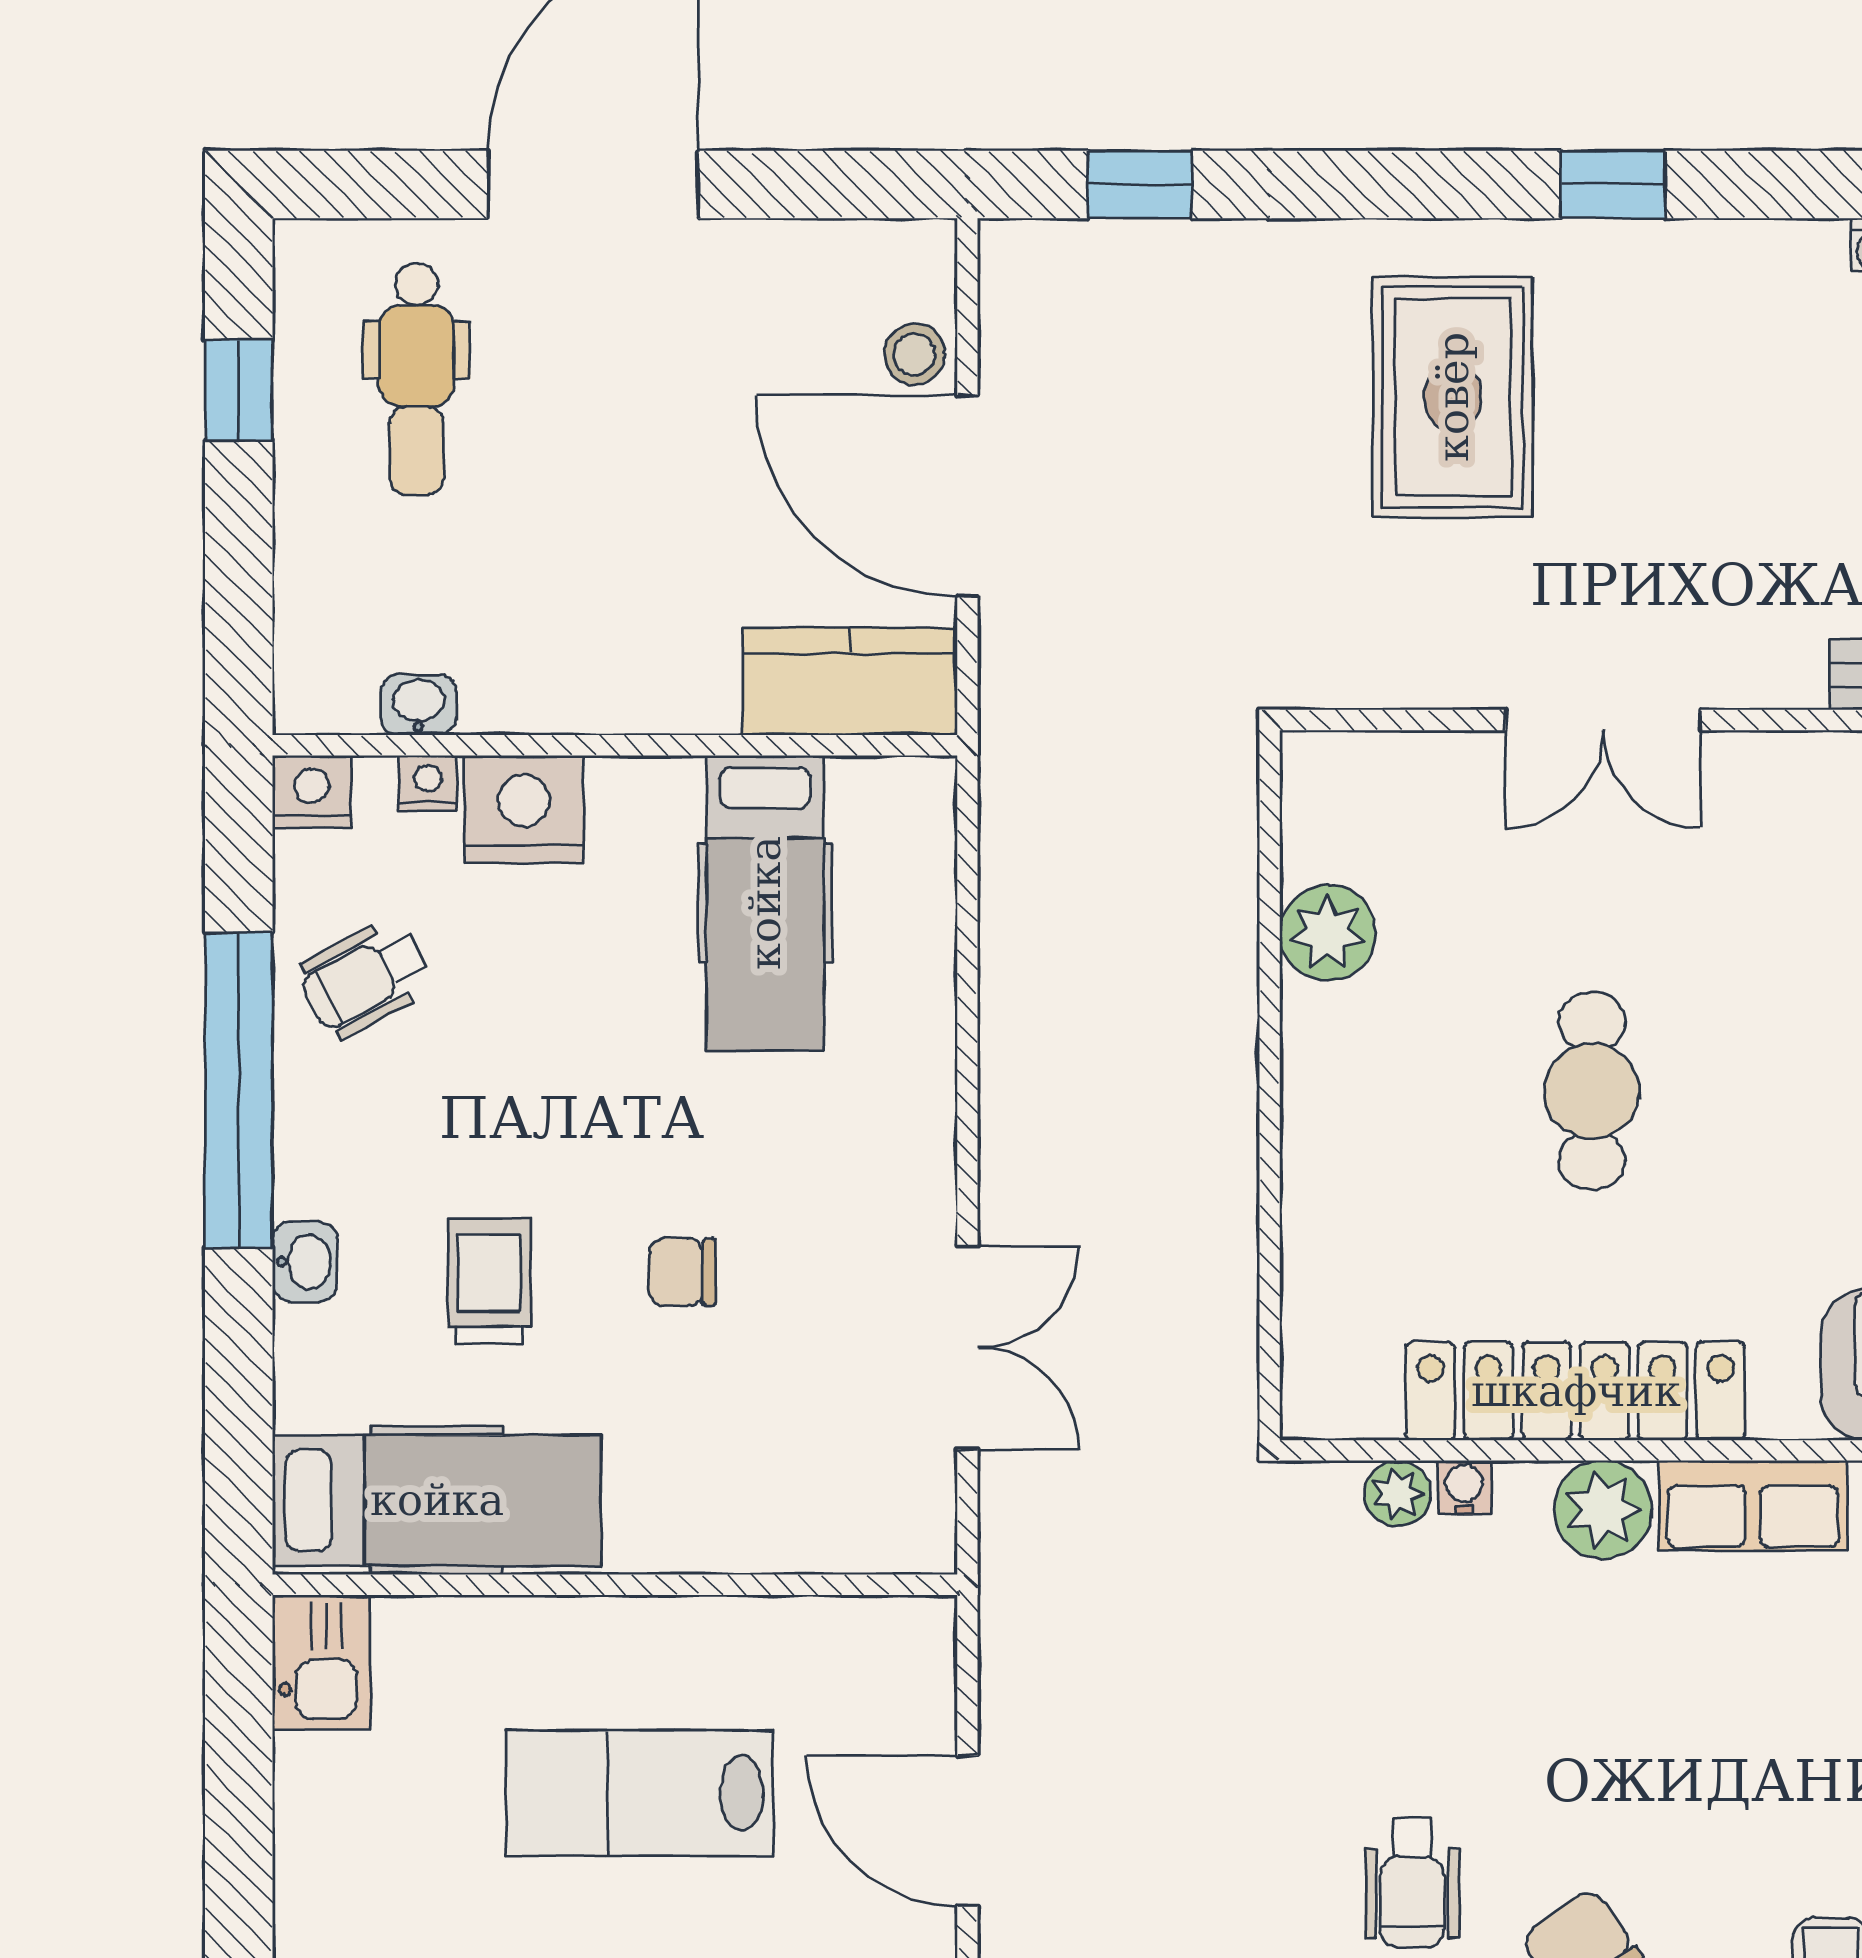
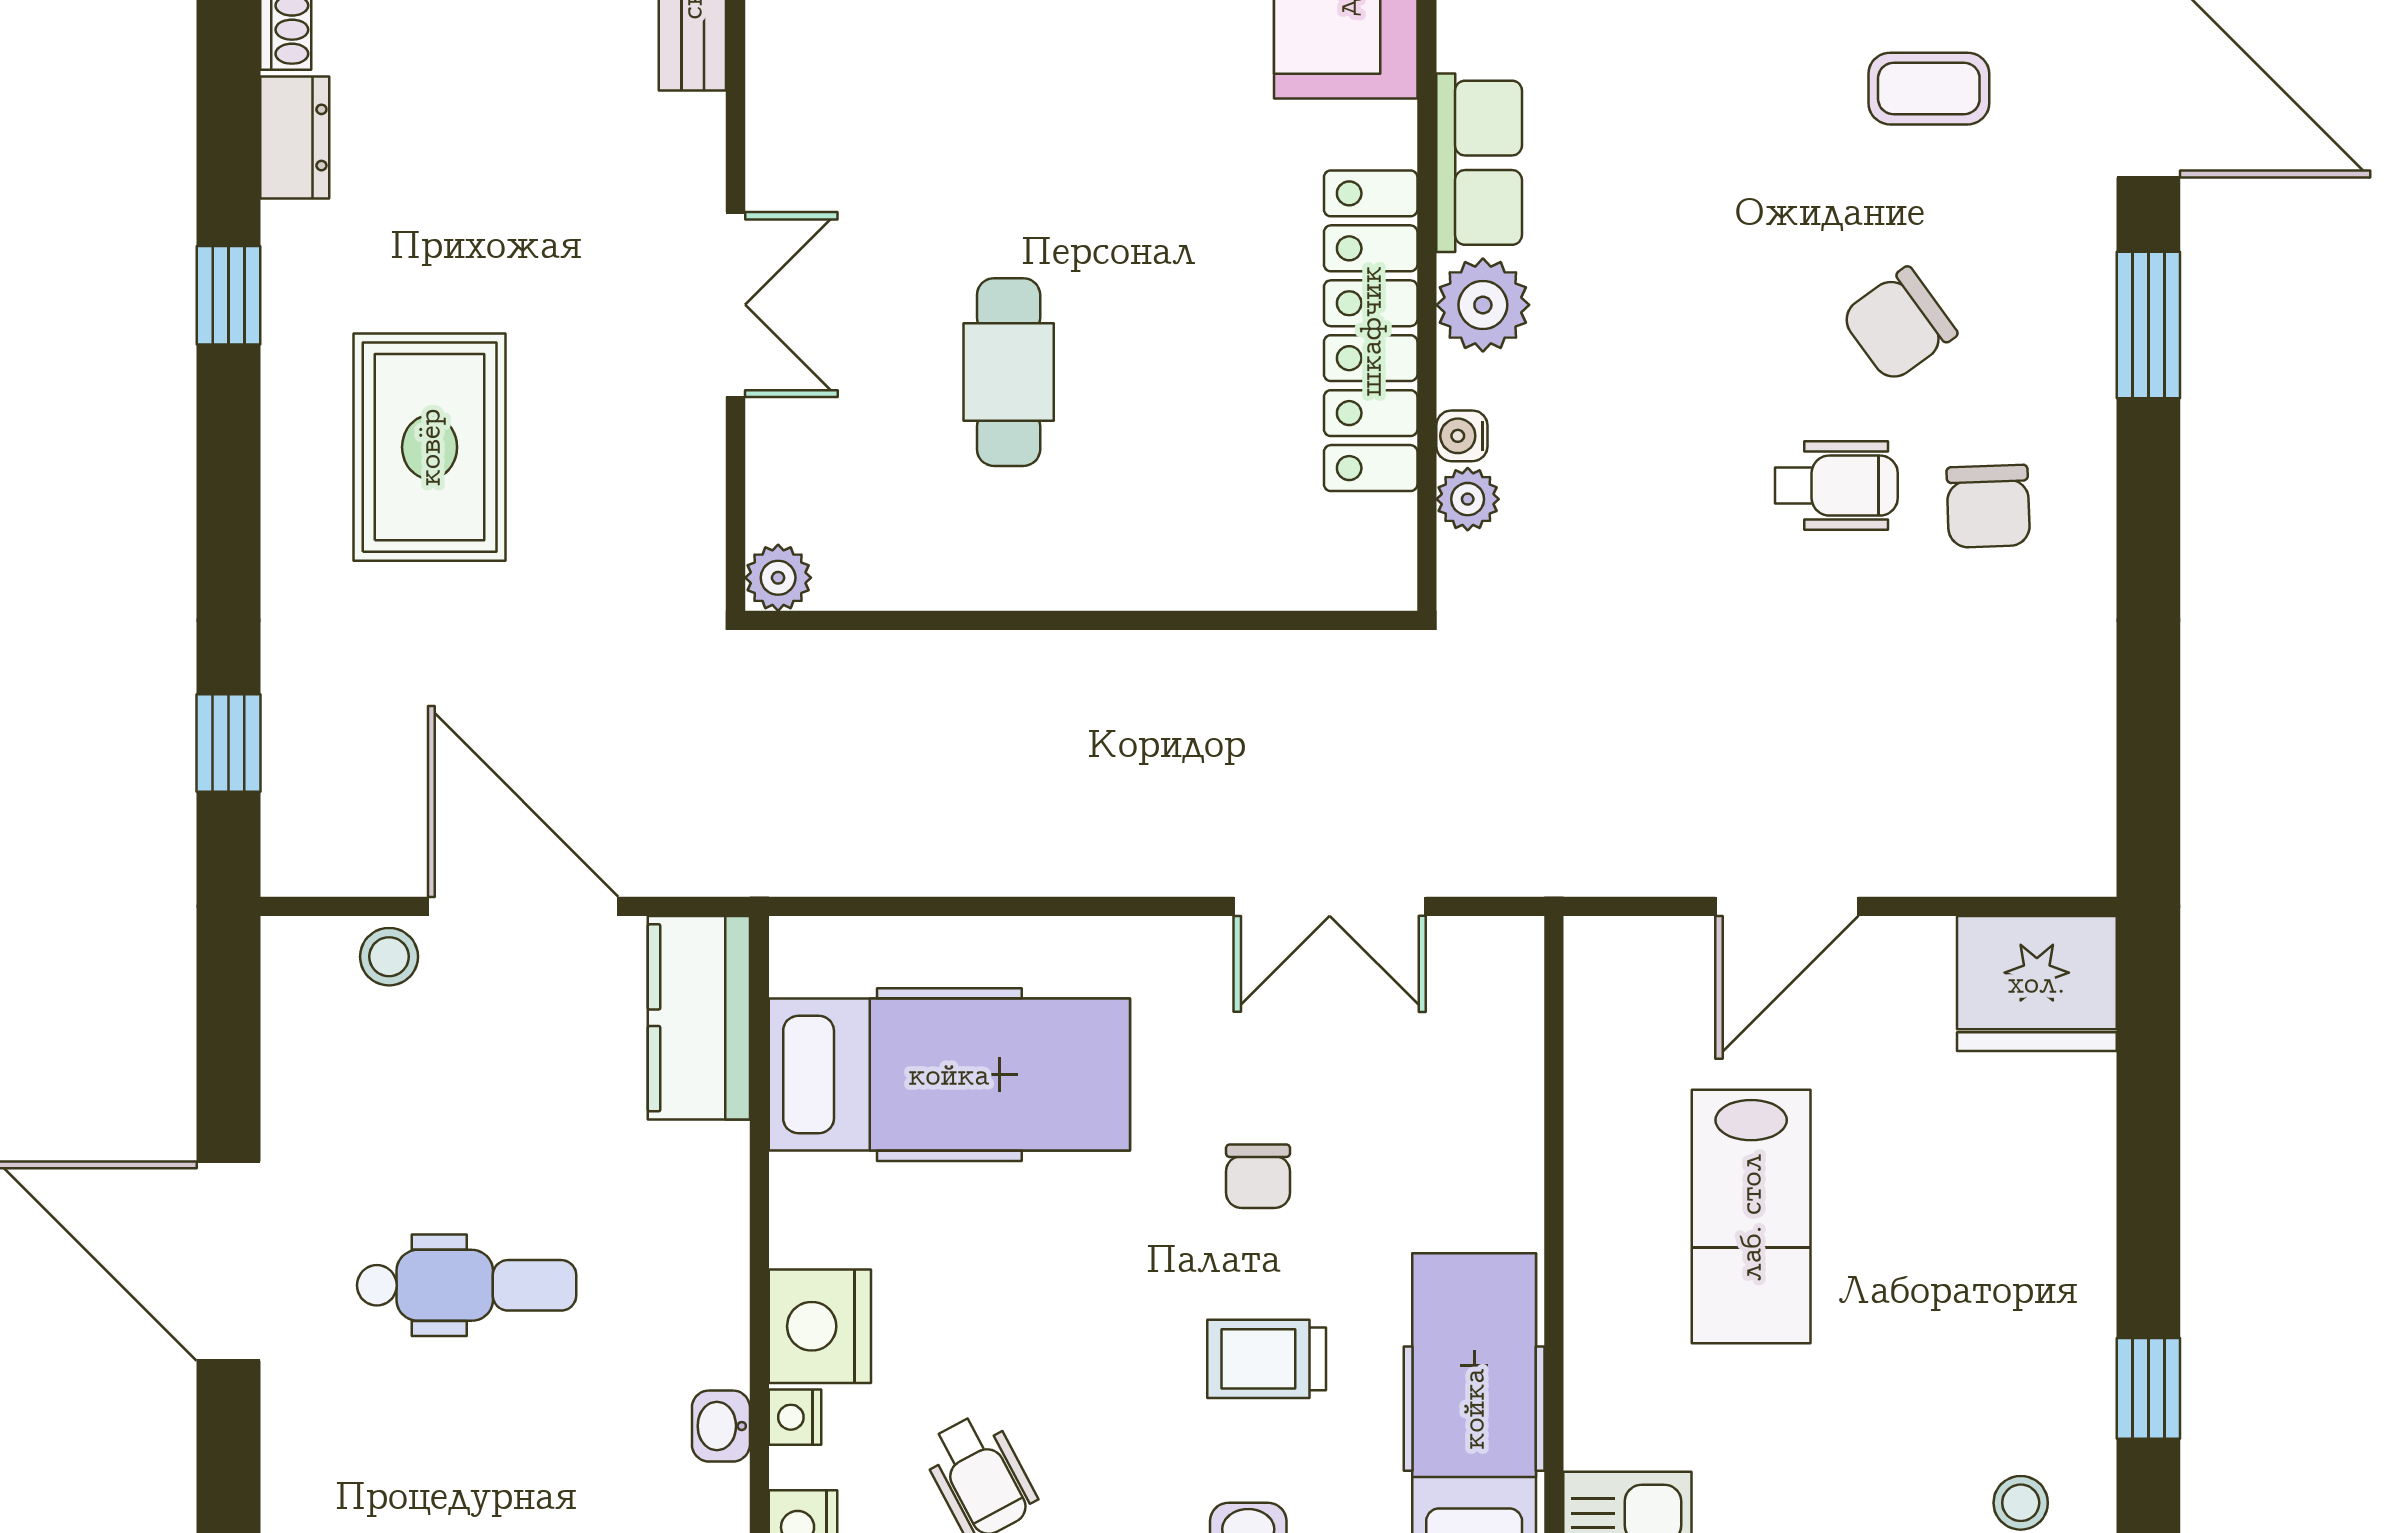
dresser: (1780, 254) -> (295, 137), added
dental chair: (417, 379) -> (467, 1285), moved
rug: (1453, 397) -> (430, 447), turned 90
door: (967, 496) -> (523, 906), swing flipped
hospital bed: (765, 903) -> (949, 1075), width x1.37, depth x1.29
plant: (1328, 933) -> (778, 578), moved, width x0.73, depth x0.73
cafe table: (1592, 1091) -> (1009, 372), moved, turned 90
double door: (967, 1348) -> (1330, 906), swing flipped

